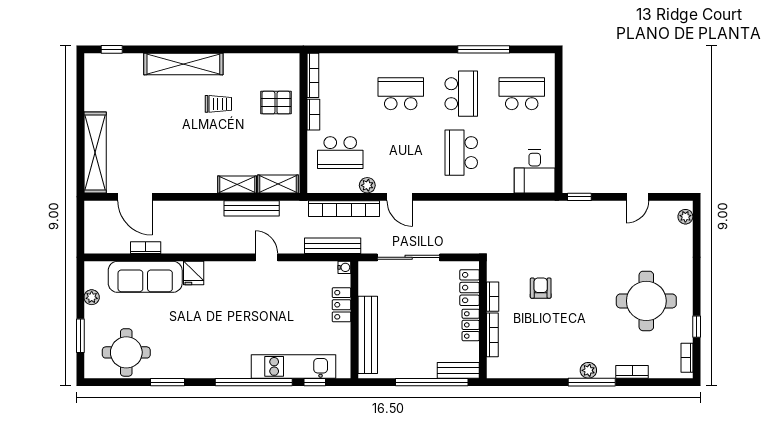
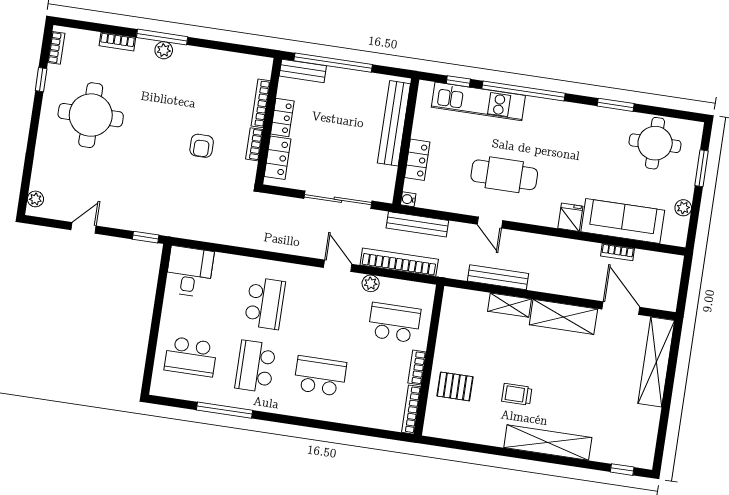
school desk: (401, 94) -> (320, 376), turned 180
shelving: (278, 184) -> (563, 317), moved, width x1.50, depth x1.33
cafe table: (260, 303) -> (504, 175), added

